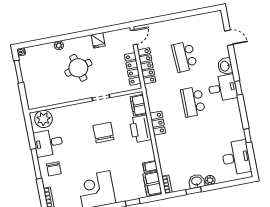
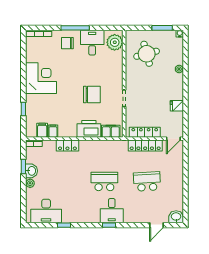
door: (134, 37) -> (173, 139), hinge flipped
washbasin: (225, 66) -> (176, 217), moved
round table: (78, 68) -> (147, 54), moved
locker: (158, 123) -> (67, 146), moved
filing cabinet: (152, 184) -> (42, 130), width x0.50

